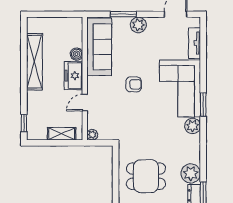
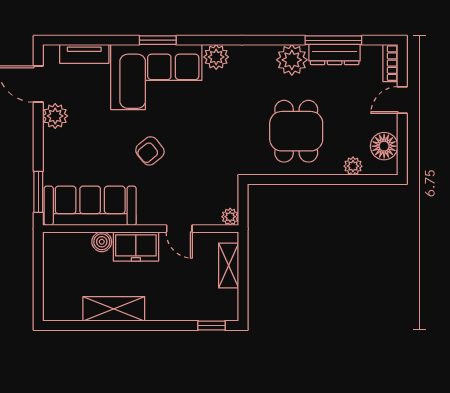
window: (123, 14) -> (38, 192), moved
plant: (138, 25) -> (55, 116), moved
shelving: (34, 62) -> (114, 309), width x0.68
armchair: (134, 84) -> (150, 151), turned -129
window: (203, 105) -> (158, 40), moved

